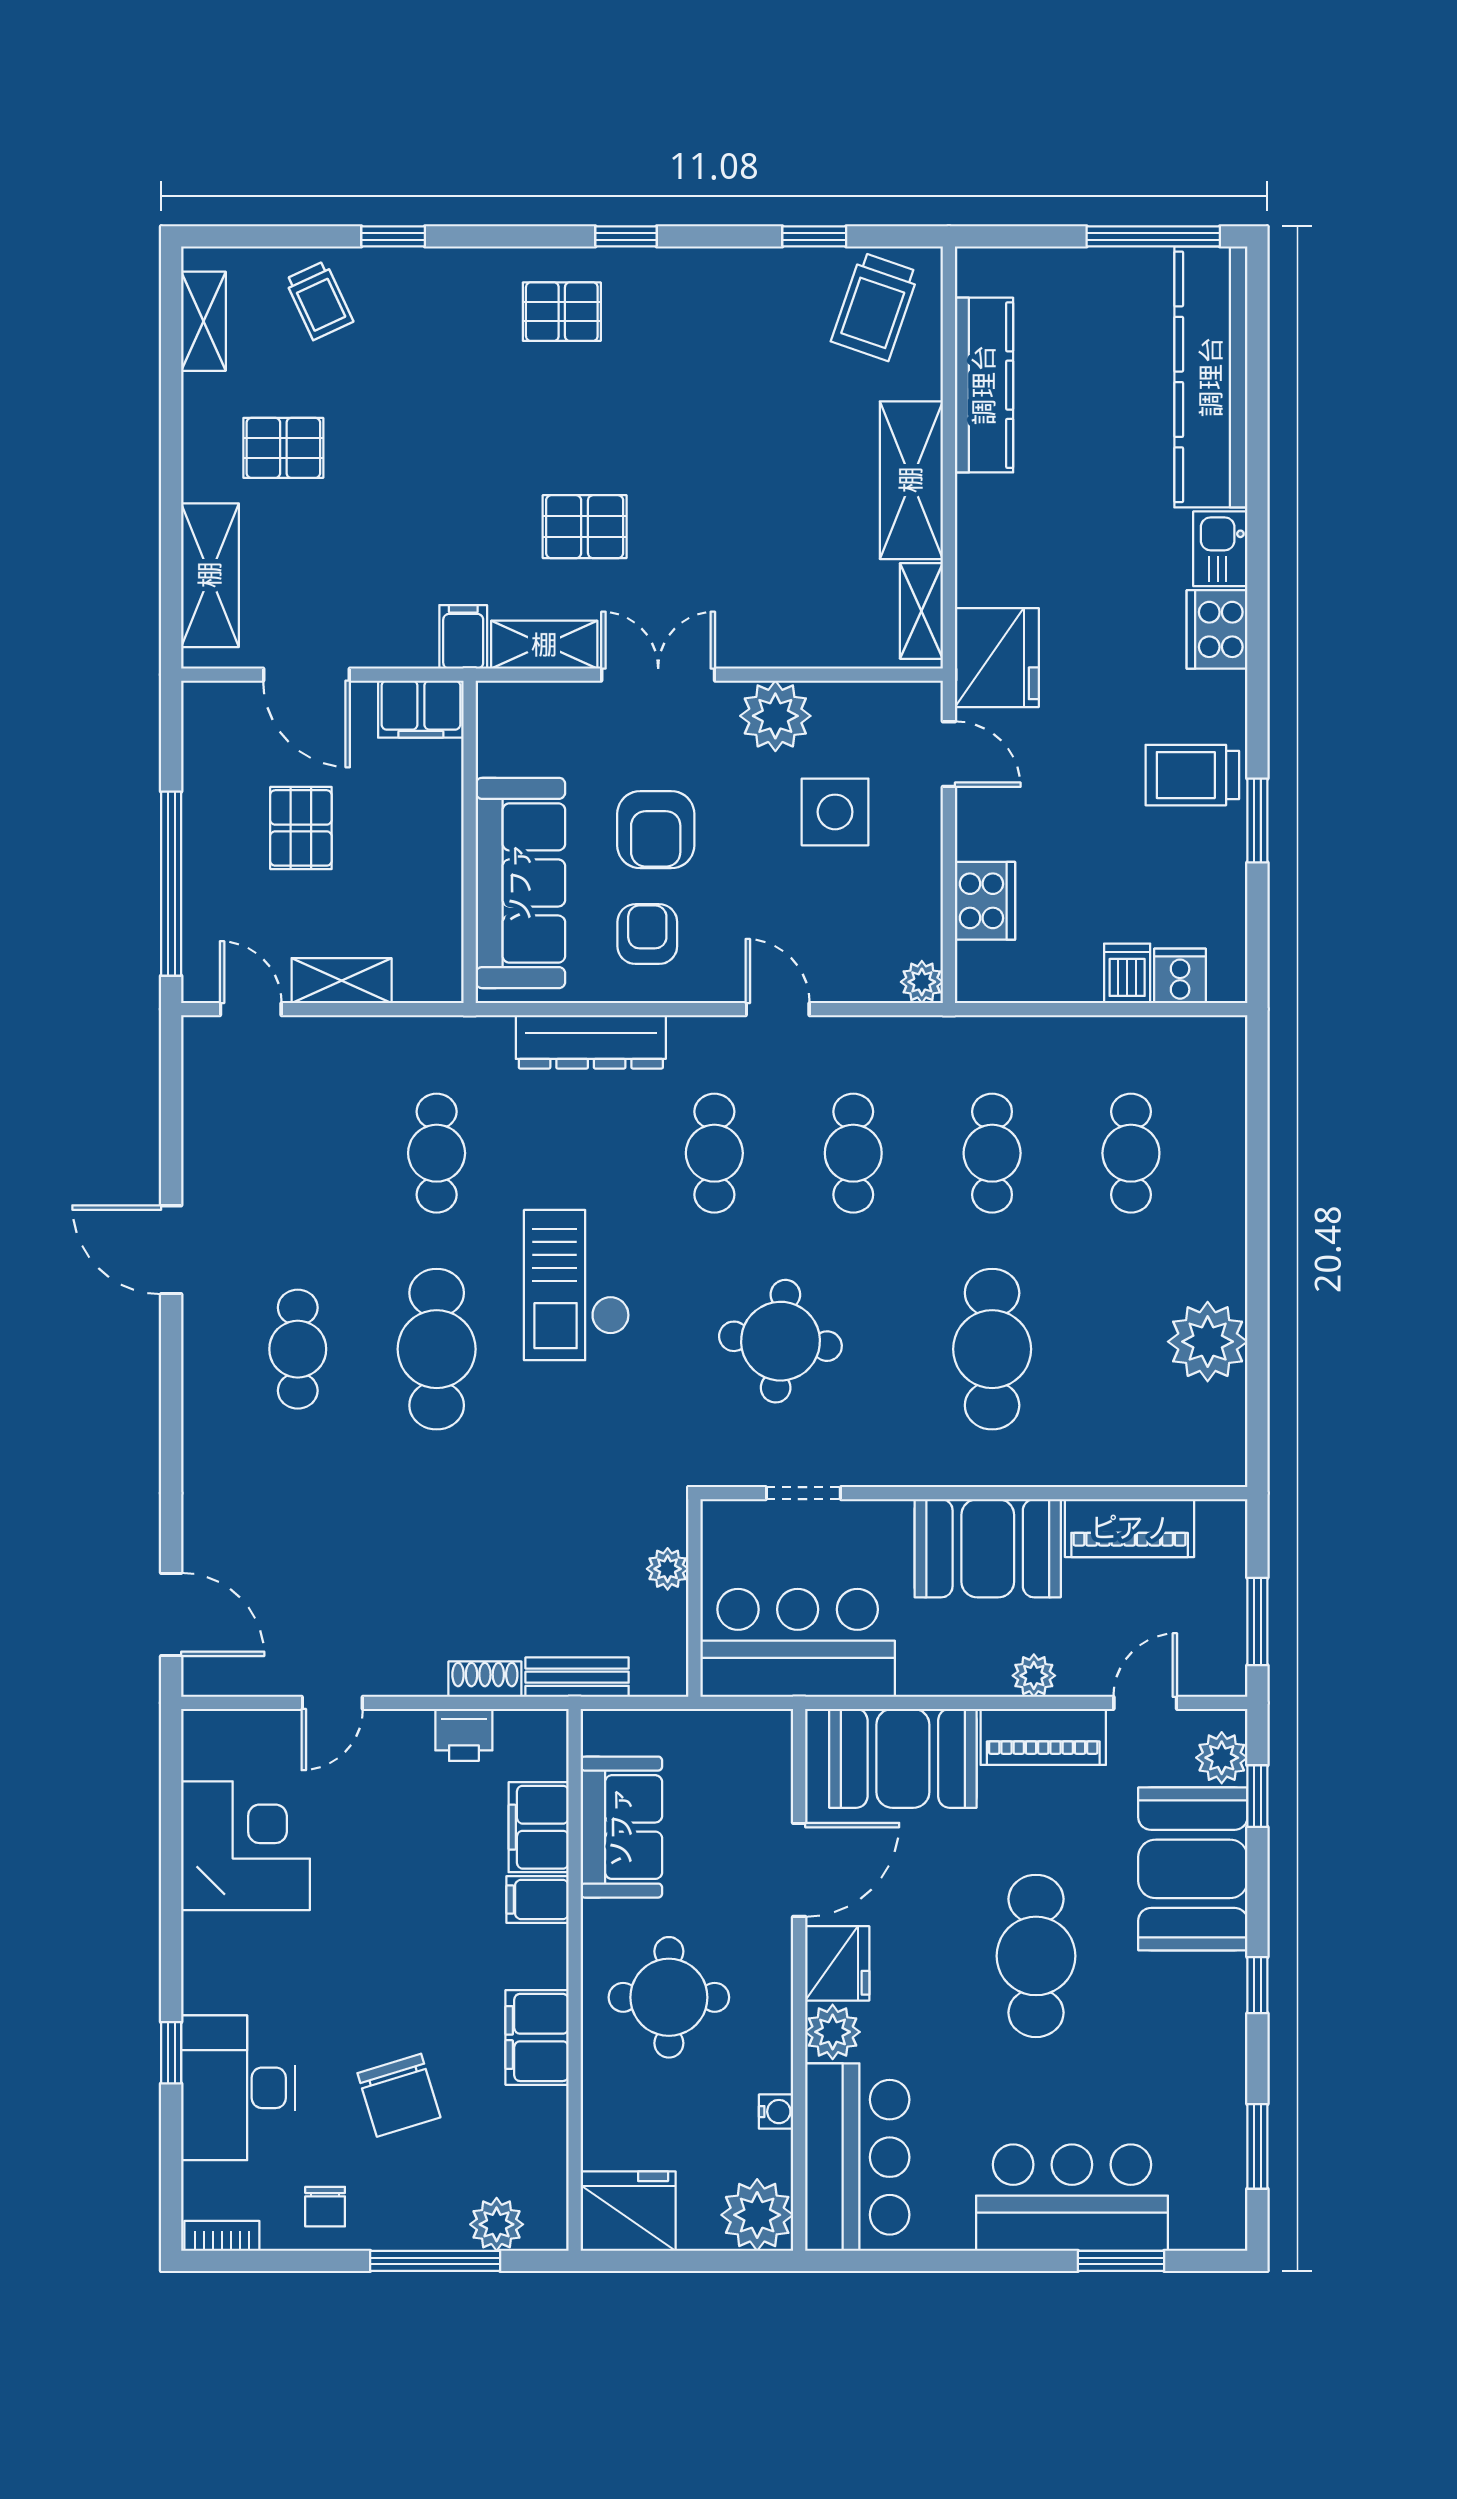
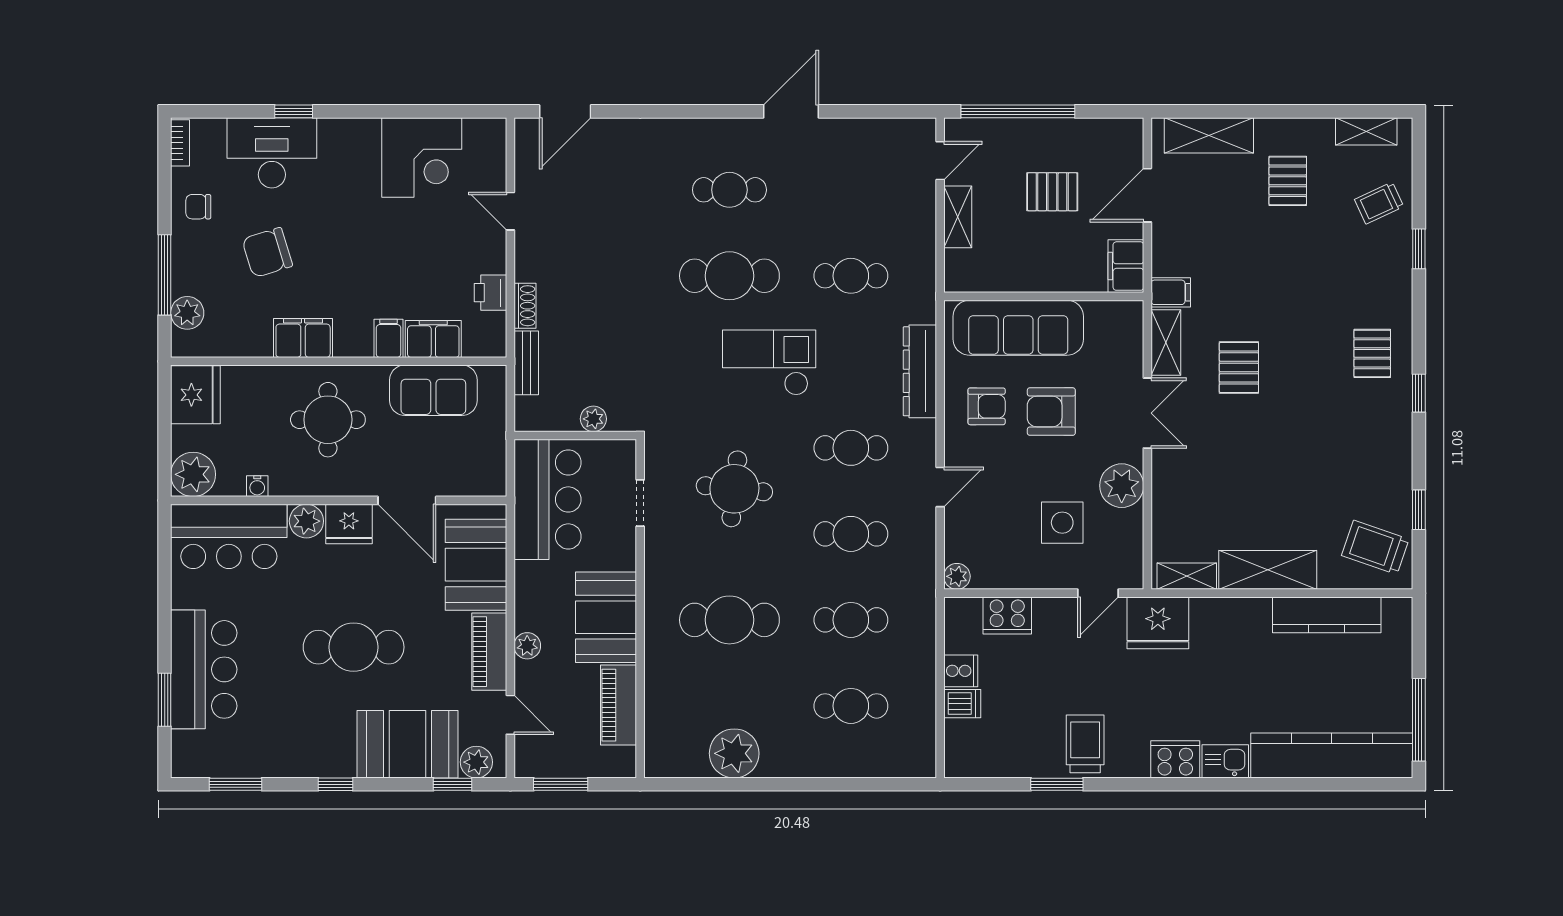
cooker: (1180, 976) -> (961, 671), moved

